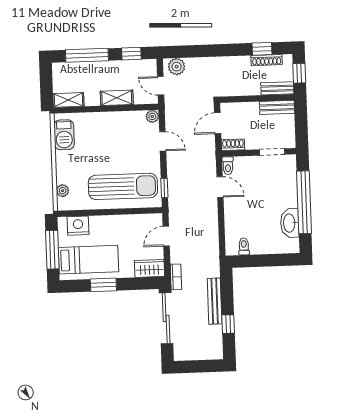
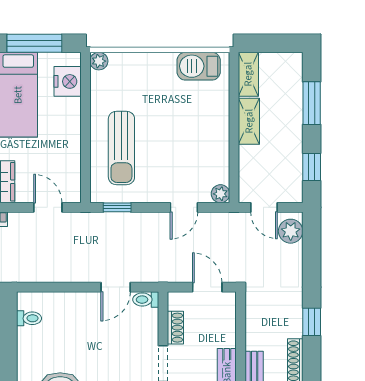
window: (262, 49) -> (312, 322), moved
window: (87, 55) -> (312, 103), width x0.69
door: (161, 86) -> (264, 207), swing flipped
shelving: (117, 98) -> (249, 121), moved
shoe rack: (233, 145) -> (175, 328), moved
sun lounger: (123, 186) -> (121, 148), width x0.73, depth x0.75
plant: (63, 191) -> (99, 61), moved

